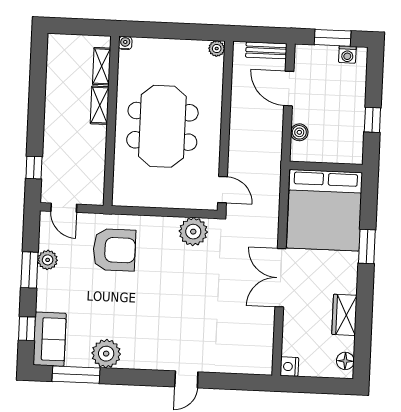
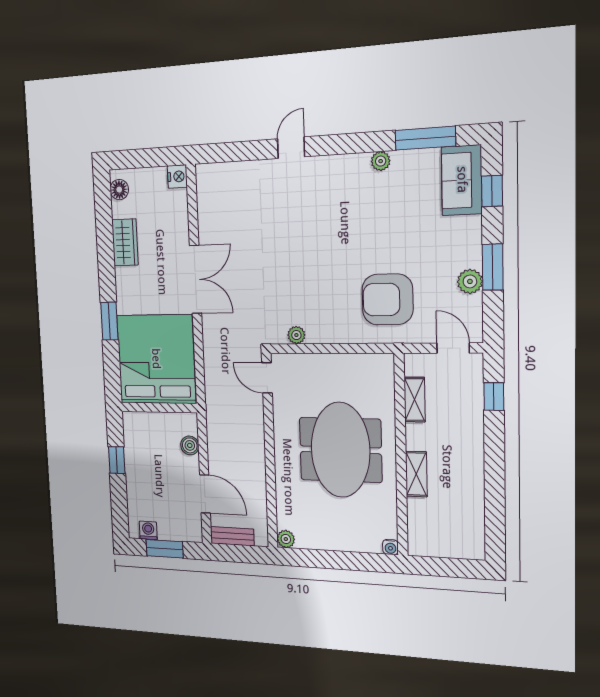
shelving: (102, 66) -> (415, 400), moved
plant: (193, 232) -> (296, 335), width x0.53, depth x0.53
plant: (106, 354) -> (381, 161), width x0.53, depth x0.53

